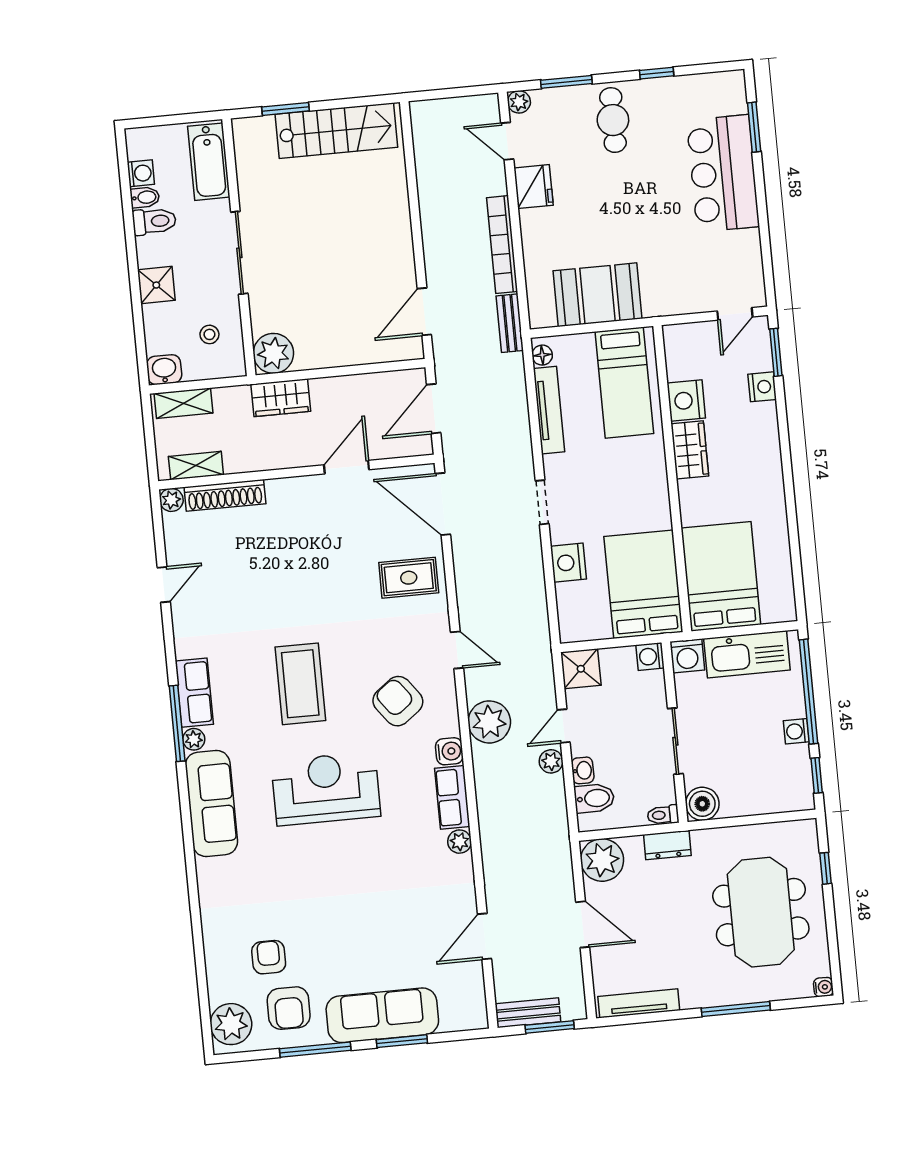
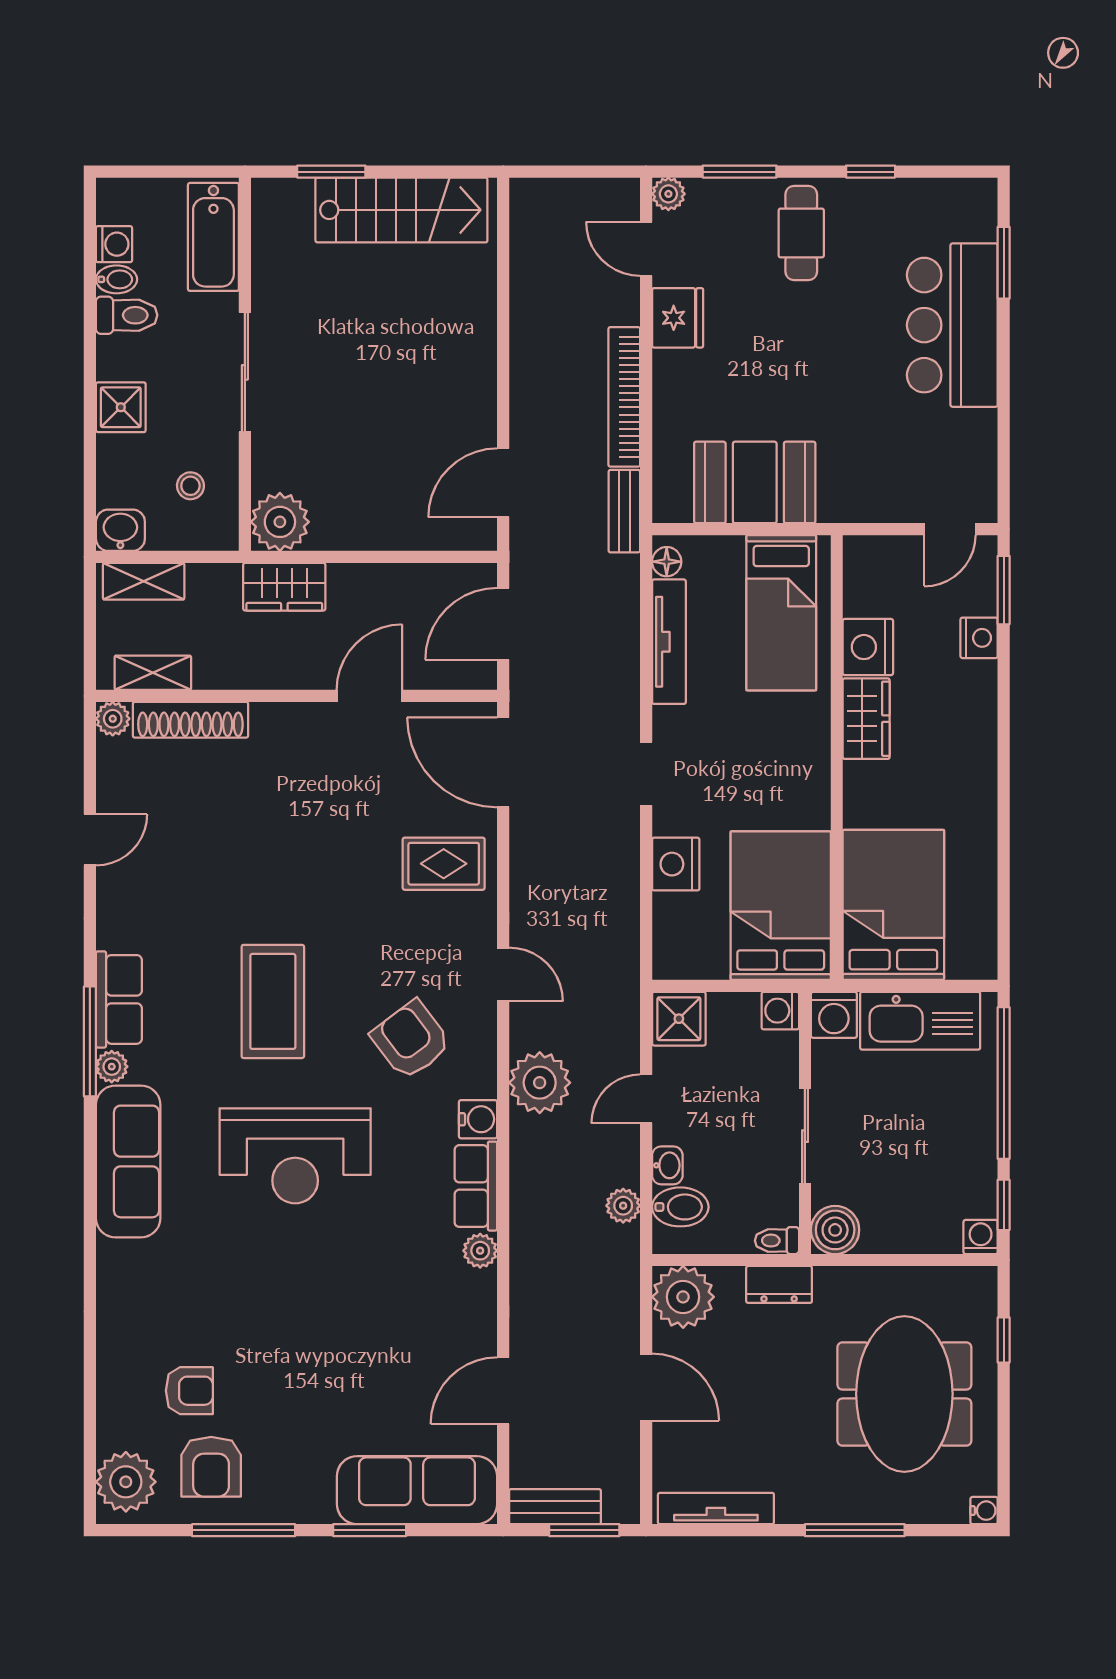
washing machine: (796, 731) -> (981, 1237), moved, turned 90
plant: (551, 761) -> (623, 1206), moved
reception desk: (326, 789) -> (295, 1156), turned 180
armchair: (269, 957) -> (189, 1391), turned 90
sofa: (382, 1015) -> (417, 1490), moved

